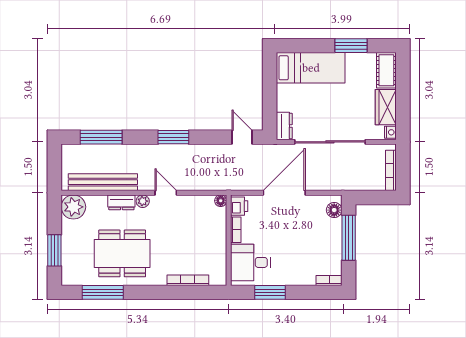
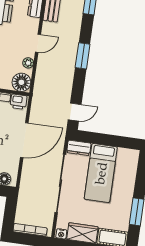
bed: (311, 68) -> (101, 173), moved
door: (284, 193) -> (24, 140), hinge flipped
plant: (143, 201) -> (28, 63), moved
floor lamp: (221, 201) -> (21, 82), width x1.89, depth x1.89

